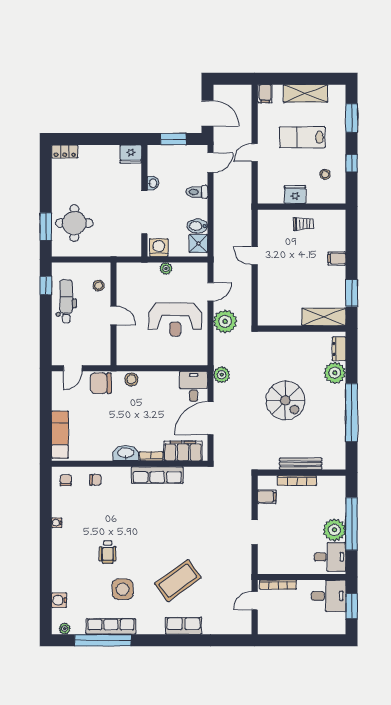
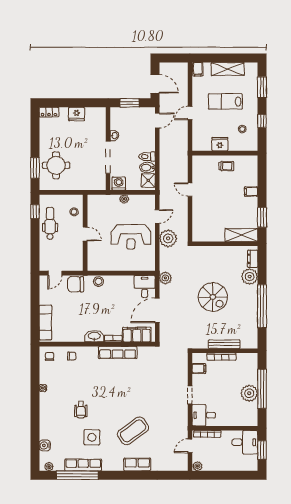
fridge: (131, 154) -> (77, 114), moved
toilet: (197, 192) -> (147, 157), moved
desk: (330, 557) -> (204, 415), moved, turned 180
plant: (265, 628) -> (197, 466), added

